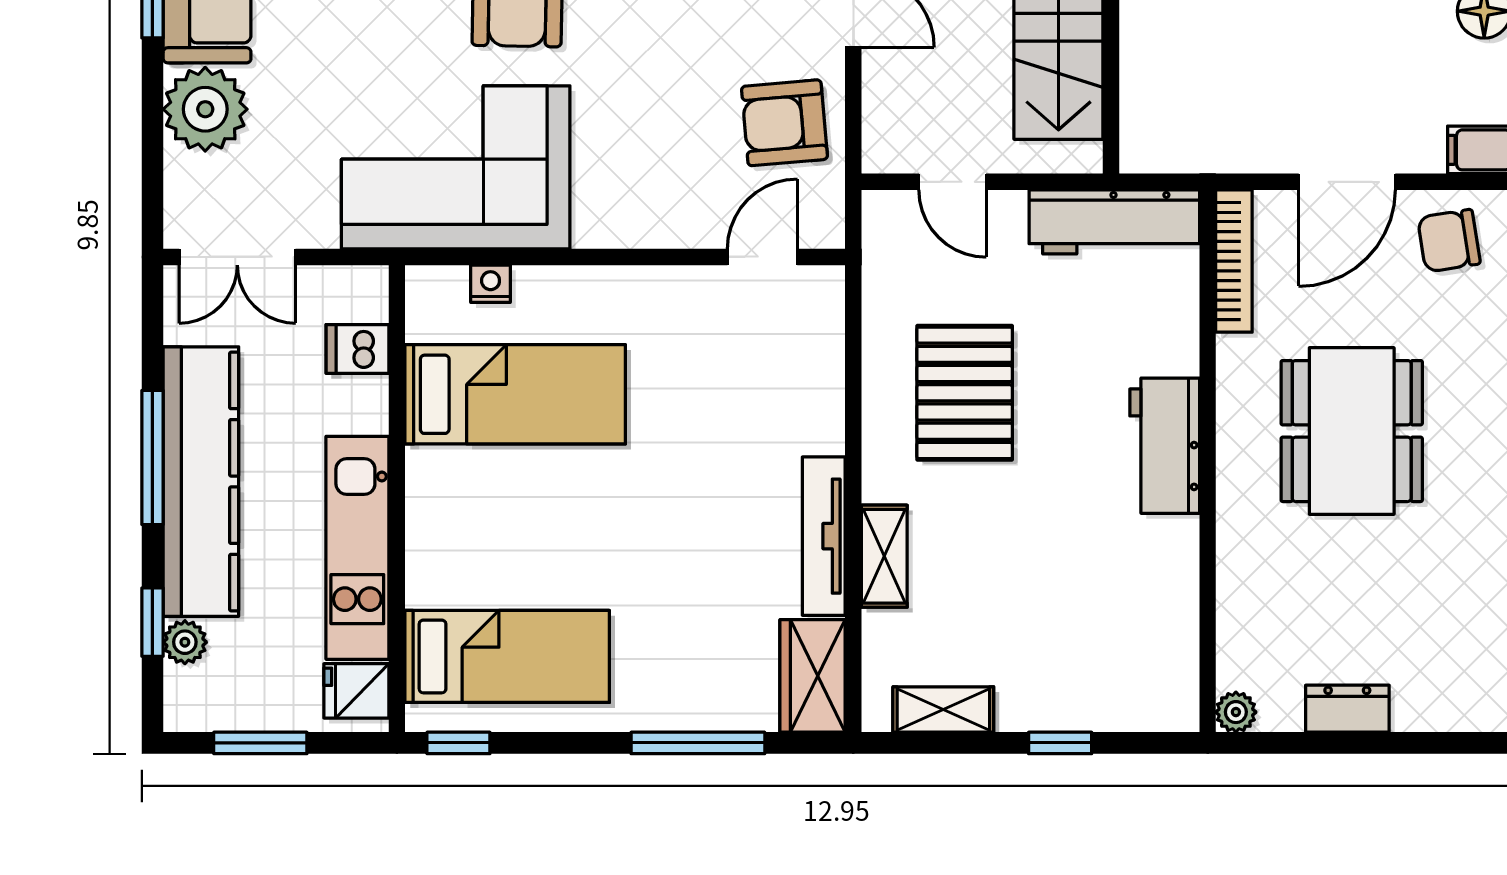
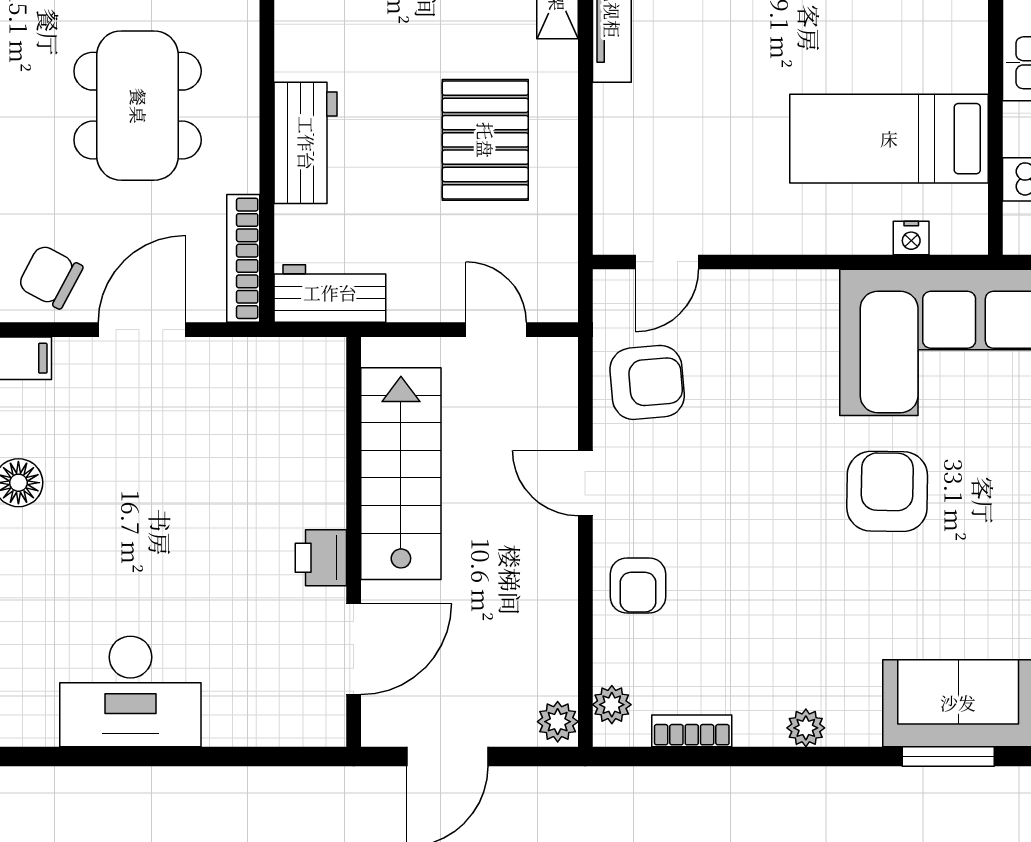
workbench: (1114, 222) -> (330, 293), width x0.73
chair: (1449, 241) -> (50, 277), turned -143
workbench: (1165, 446) -> (306, 143), moved

